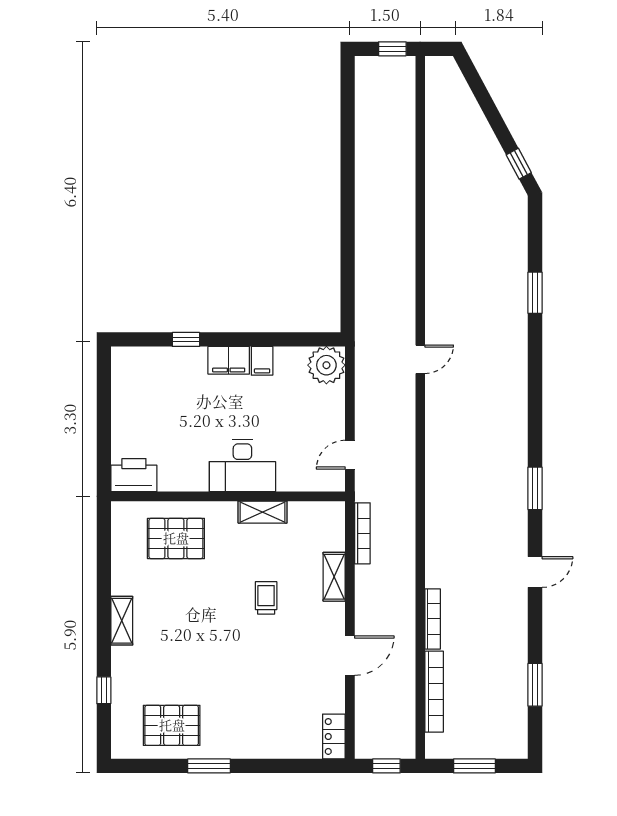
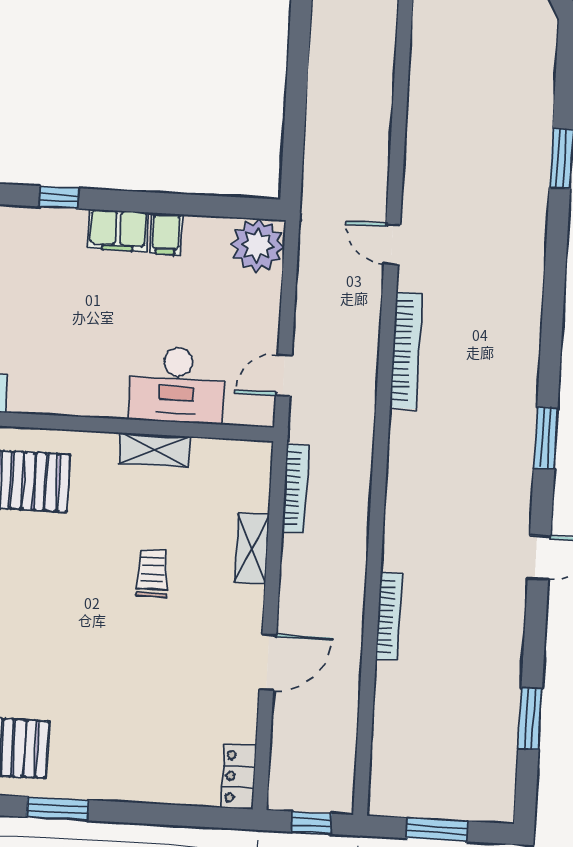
door: (420, 359) -> (392, 244), swing flipped
desk: (242, 466) -> (177, 385), moved
bookcase: (434, 692) -> (406, 351), moved

